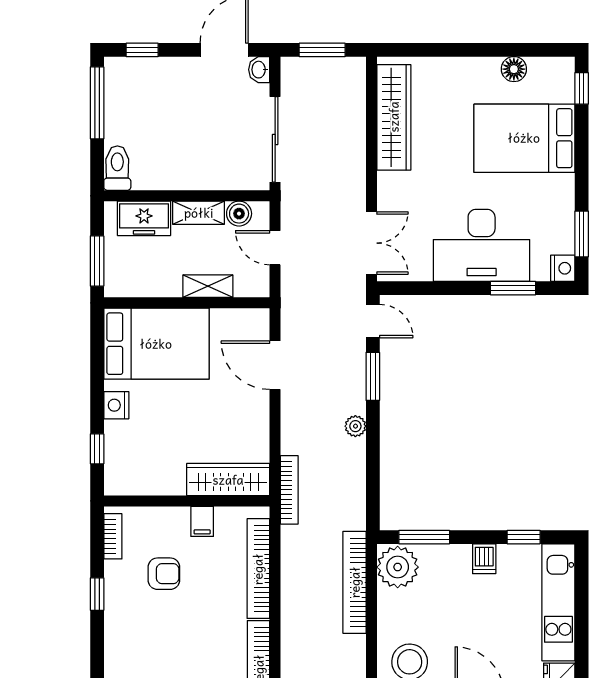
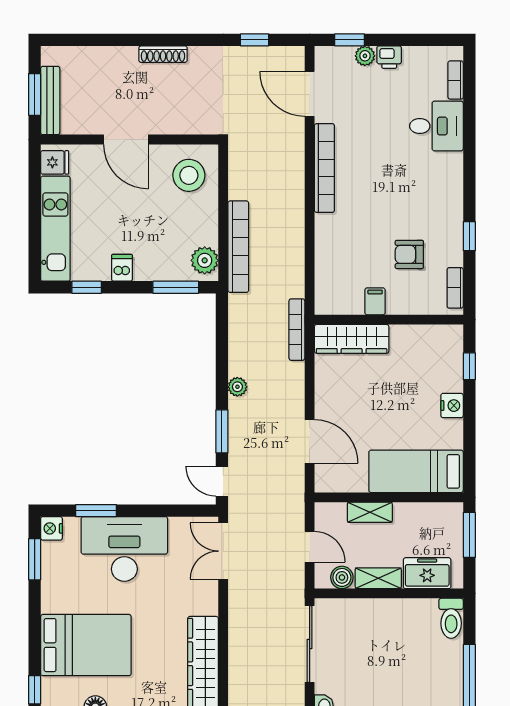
bed: (156, 344) -> (416, 471), width x0.67
plant: (398, 567) -> (205, 260), width x0.73, depth x0.73
bookcase: (258, 569) -> (325, 259), removed

